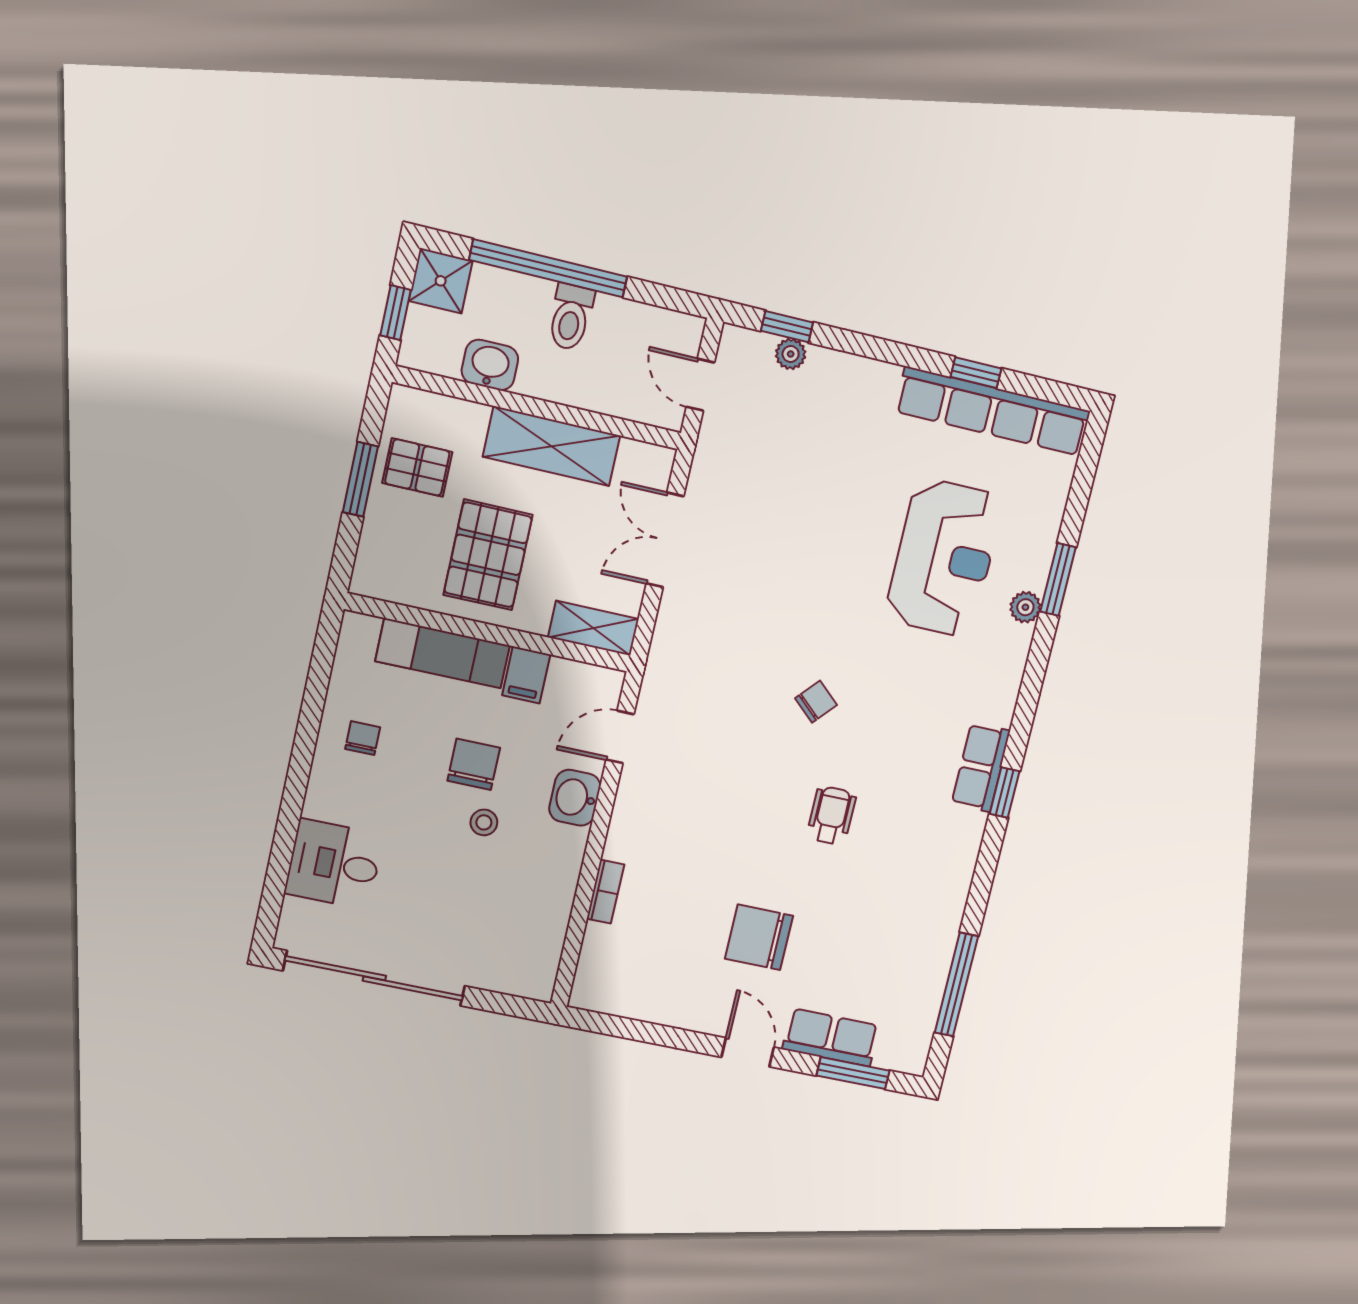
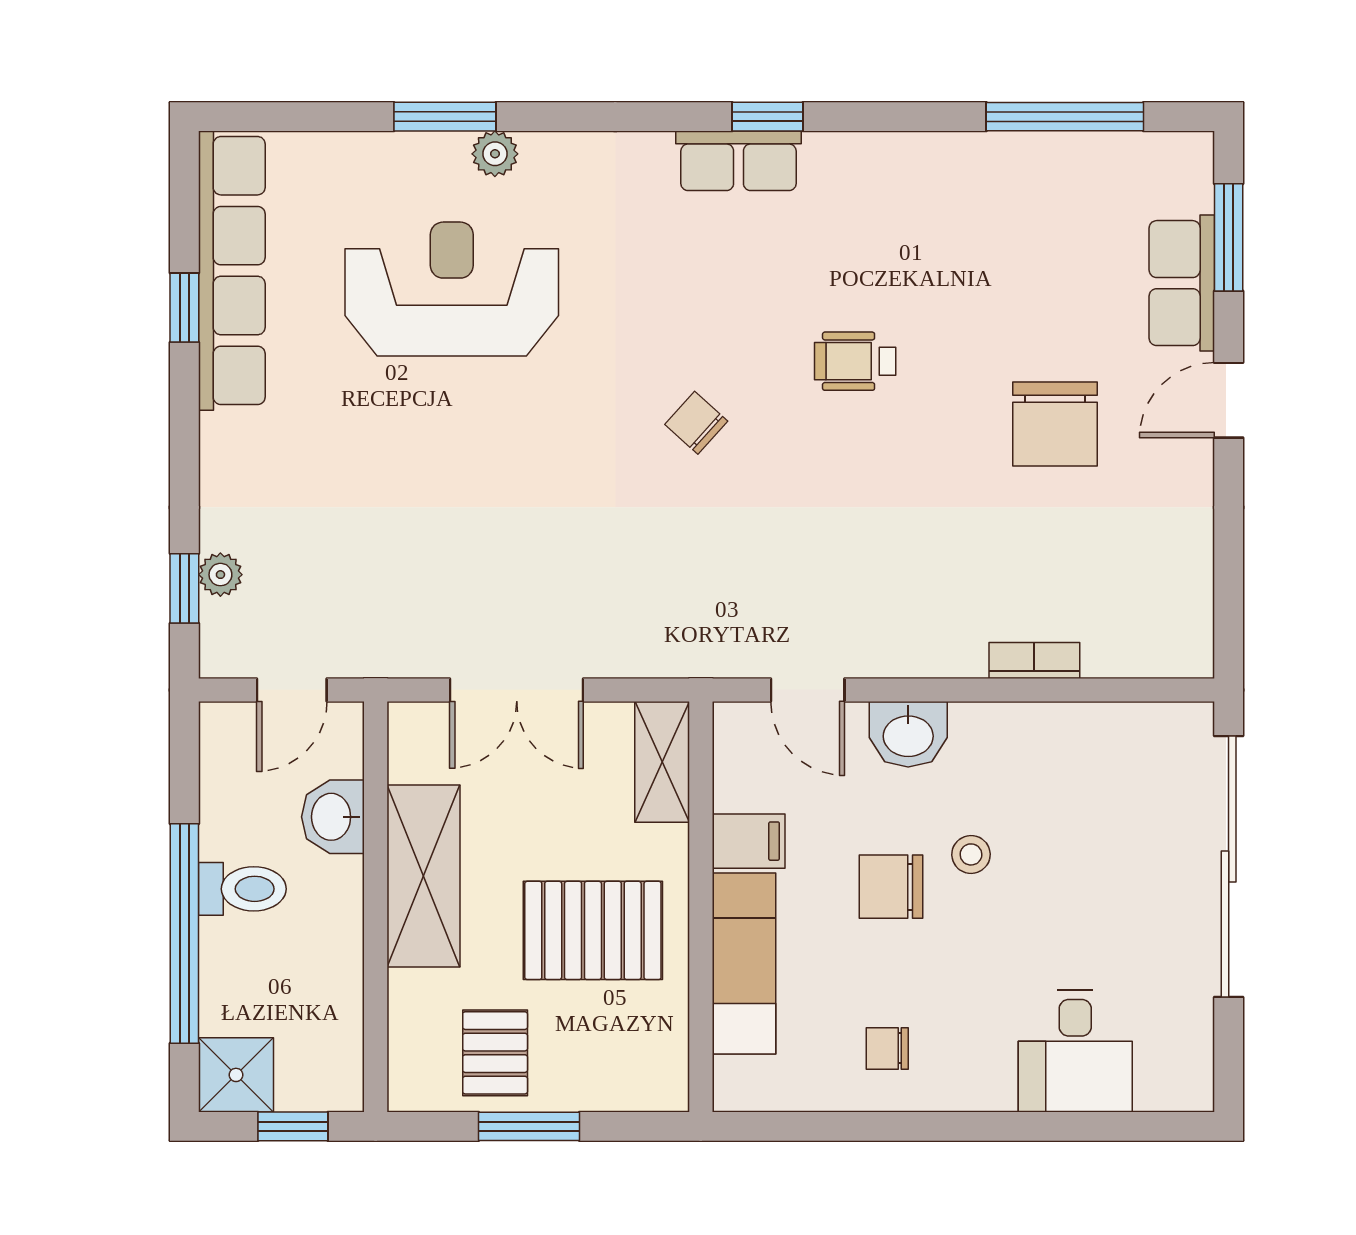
washbasin: (490, 365) -> (333, 817), moved
sliding door: (374, 978) -> (1229, 867), moved

